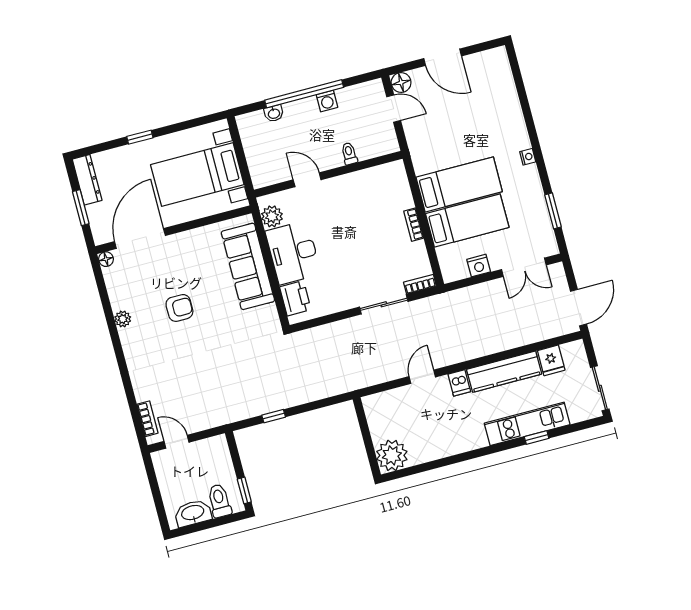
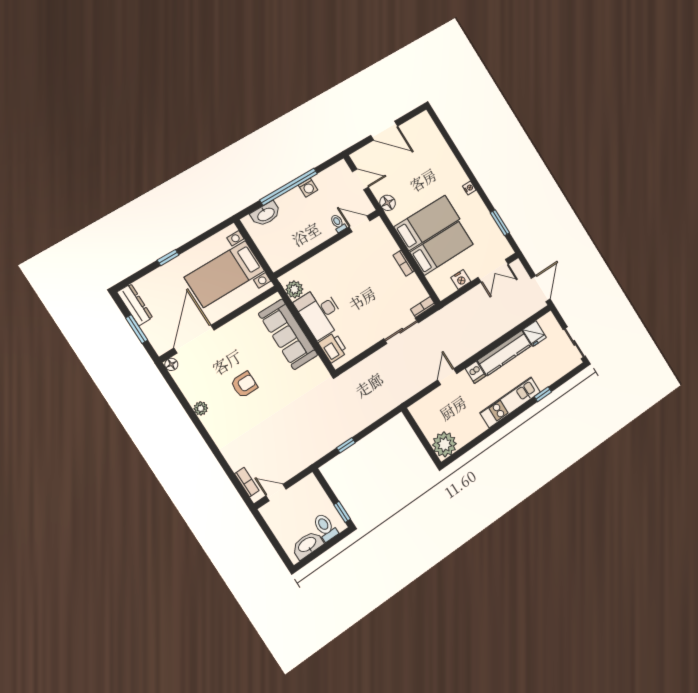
floor lamp: (401, 83) -> (388, 203), moved
washbasin: (274, 113) -> (266, 214), width x1.91, depth x1.45
door: (307, 180) -> (360, 224), moved
kitchen unit: (527, 424) -> (510, 402), moved

